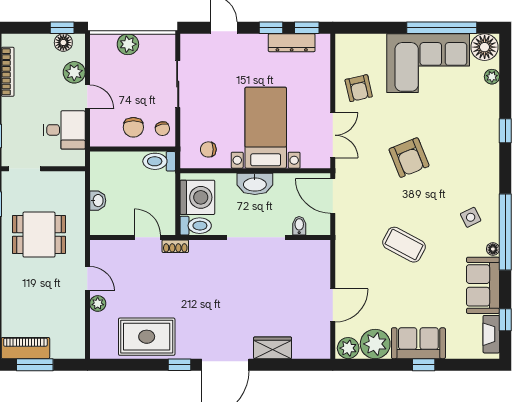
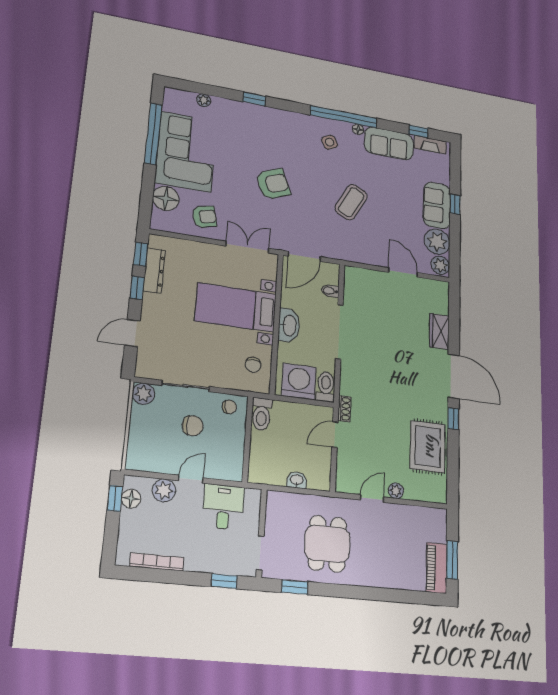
plant: (128, 44) -> (143, 394), moved
floor lamp: (485, 47) -> (166, 198), moved
chair: (133, 127) -> (193, 426), moved

